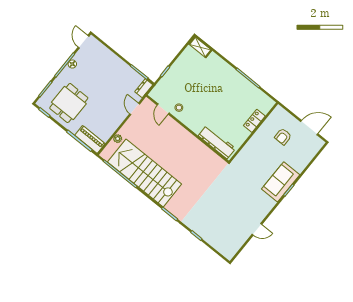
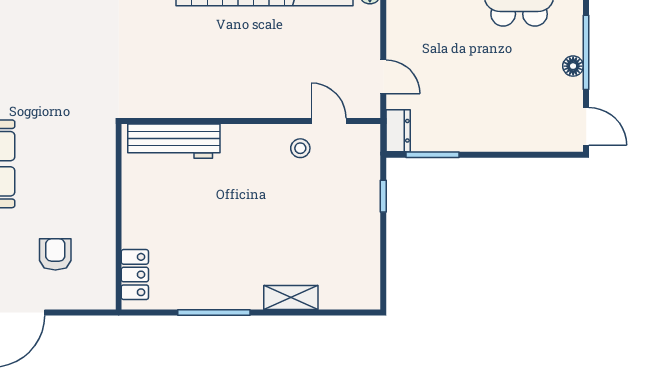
shelving: (200, 47) -> (291, 298), moved
locker: (254, 121) -> (135, 275), moved

